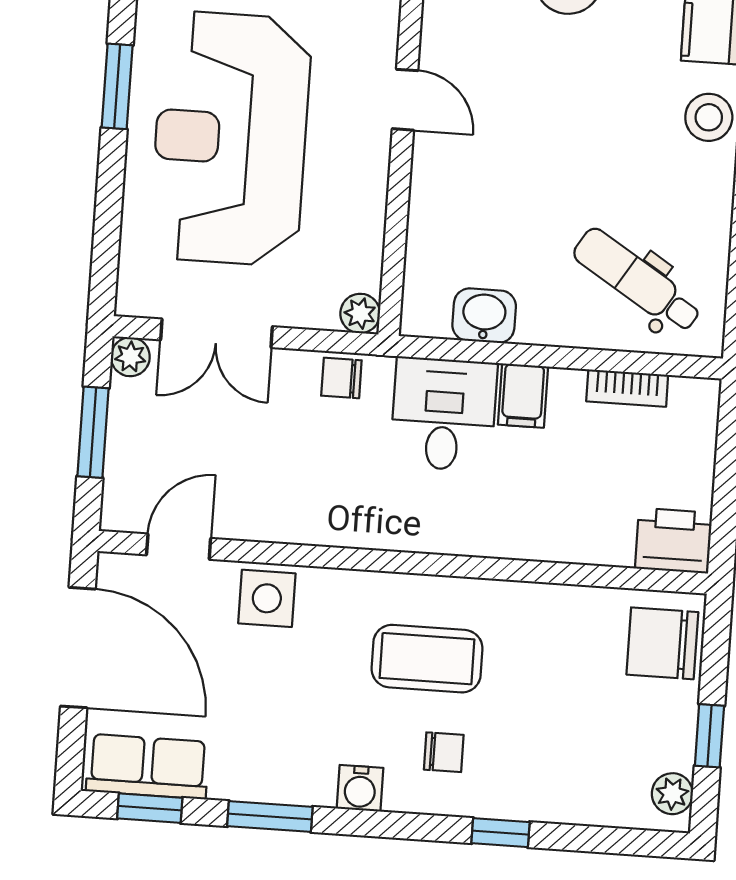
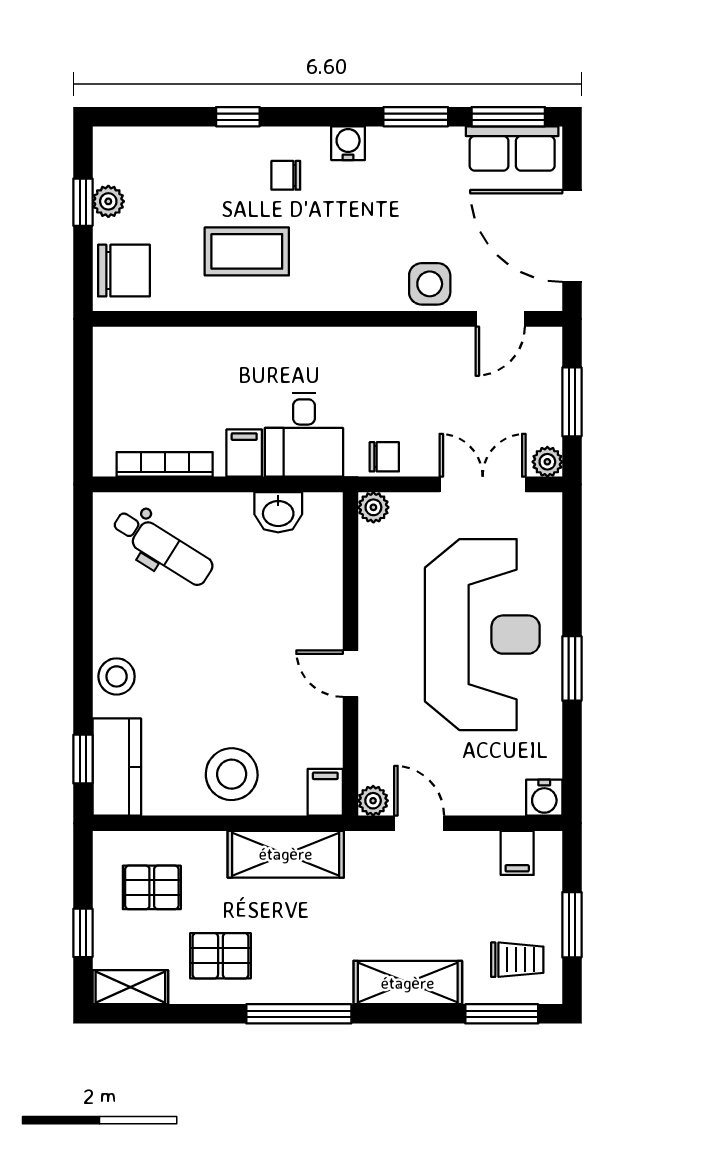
bookcase: (627, 388) -> (165, 464), width x1.56
printer: (674, 541) -> (121, 350), removed
coffee table: (427, 659) -> (247, 251), moved
plant: (672, 794) -> (108, 201), moved
window: (150, 808) -> (508, 117), width x1.50

